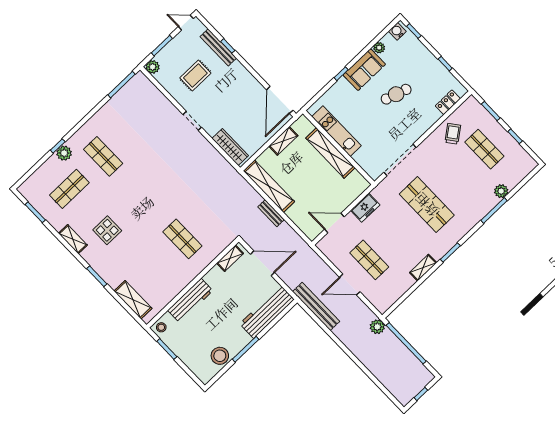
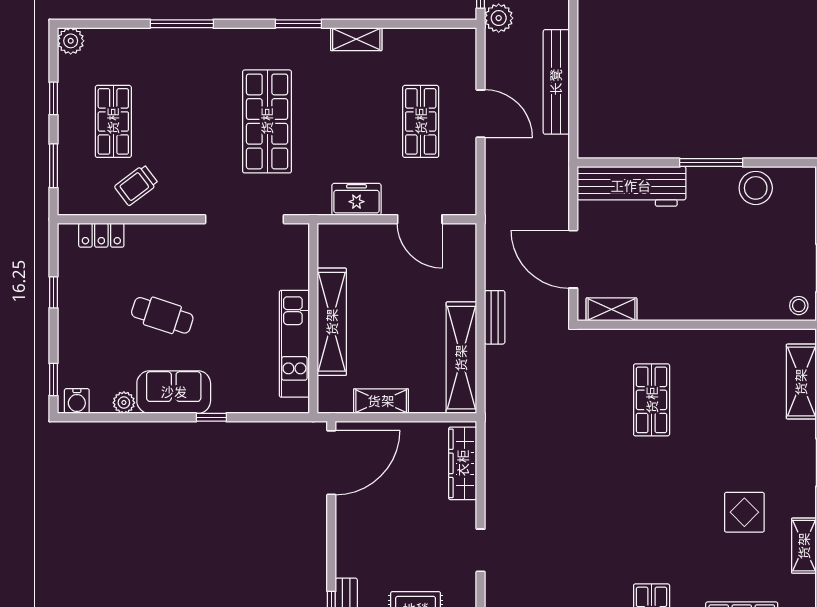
plant: (501, 191) -> (71, 41), moved
workbench: (190, 300) -> (723, 304), removed
bench: (316, 306) -> (556, 82), moved

